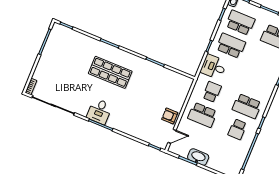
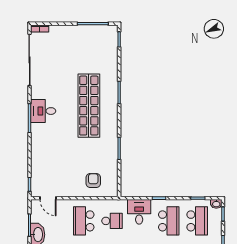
shop shelf: (110, 72) -> (89, 106), width x1.40
armchair: (170, 116) -> (93, 180), moved

